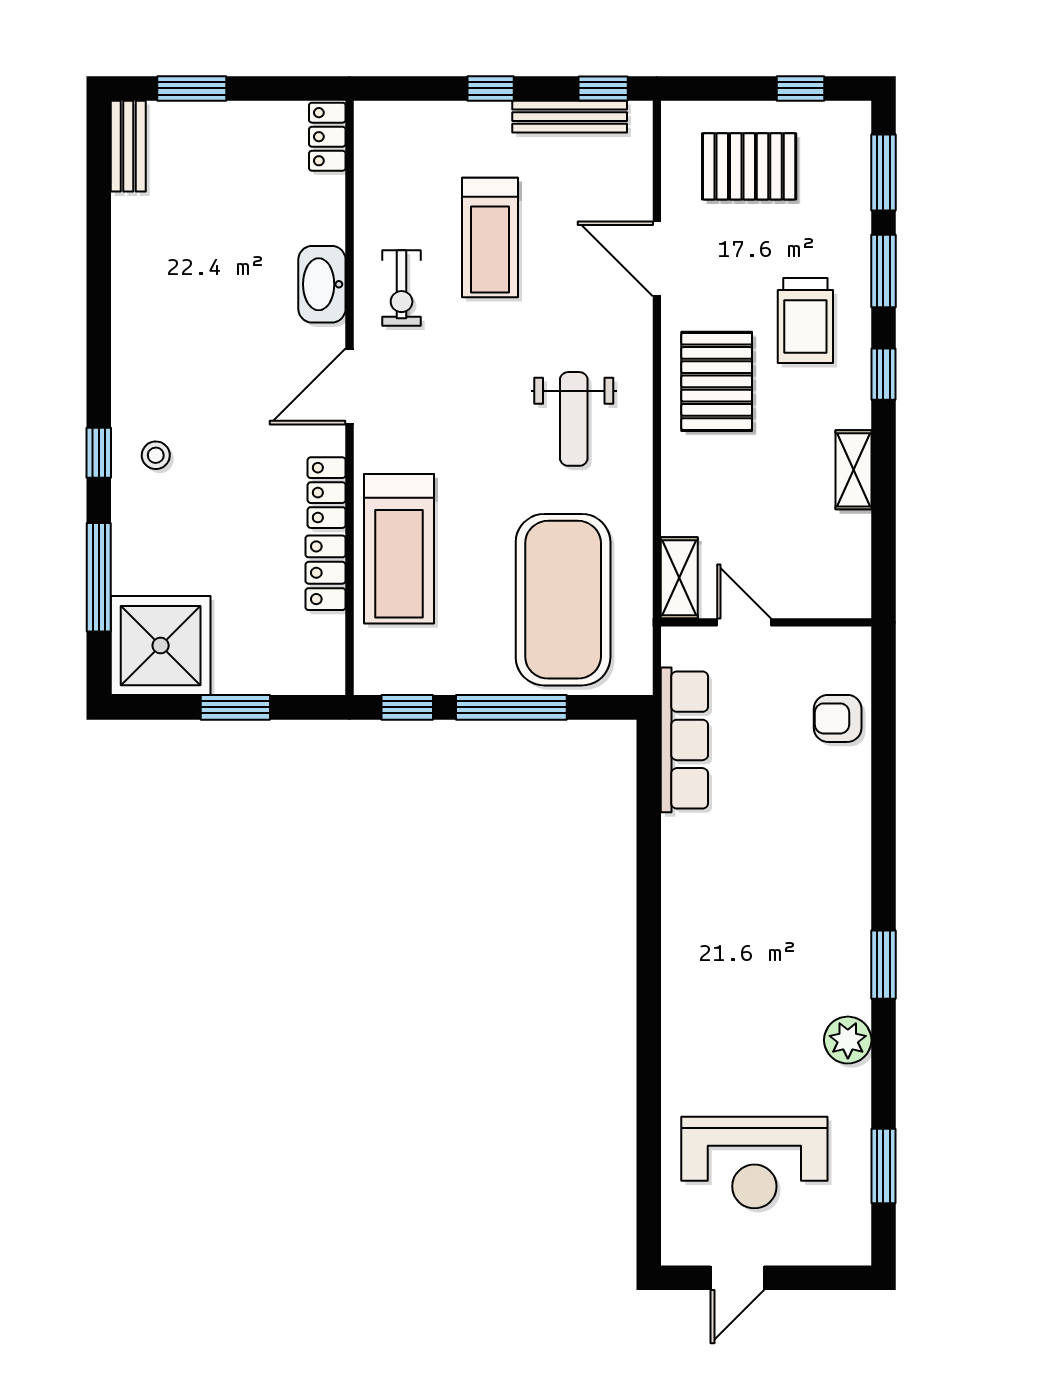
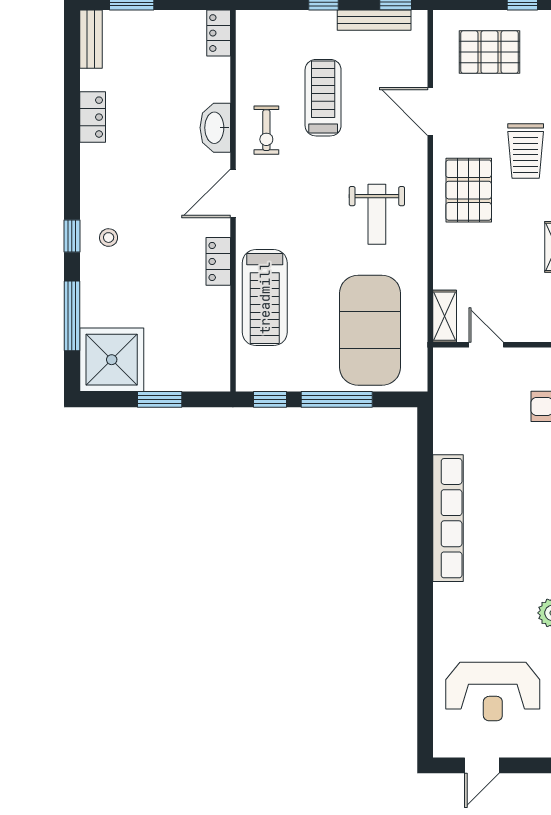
treadmill: (490, 237) -> (323, 98), turned 180
locker: (326, 573) -> (93, 117), moved, turned 180
row of seats: (684, 740) -> (448, 518), moved, width x1.36

